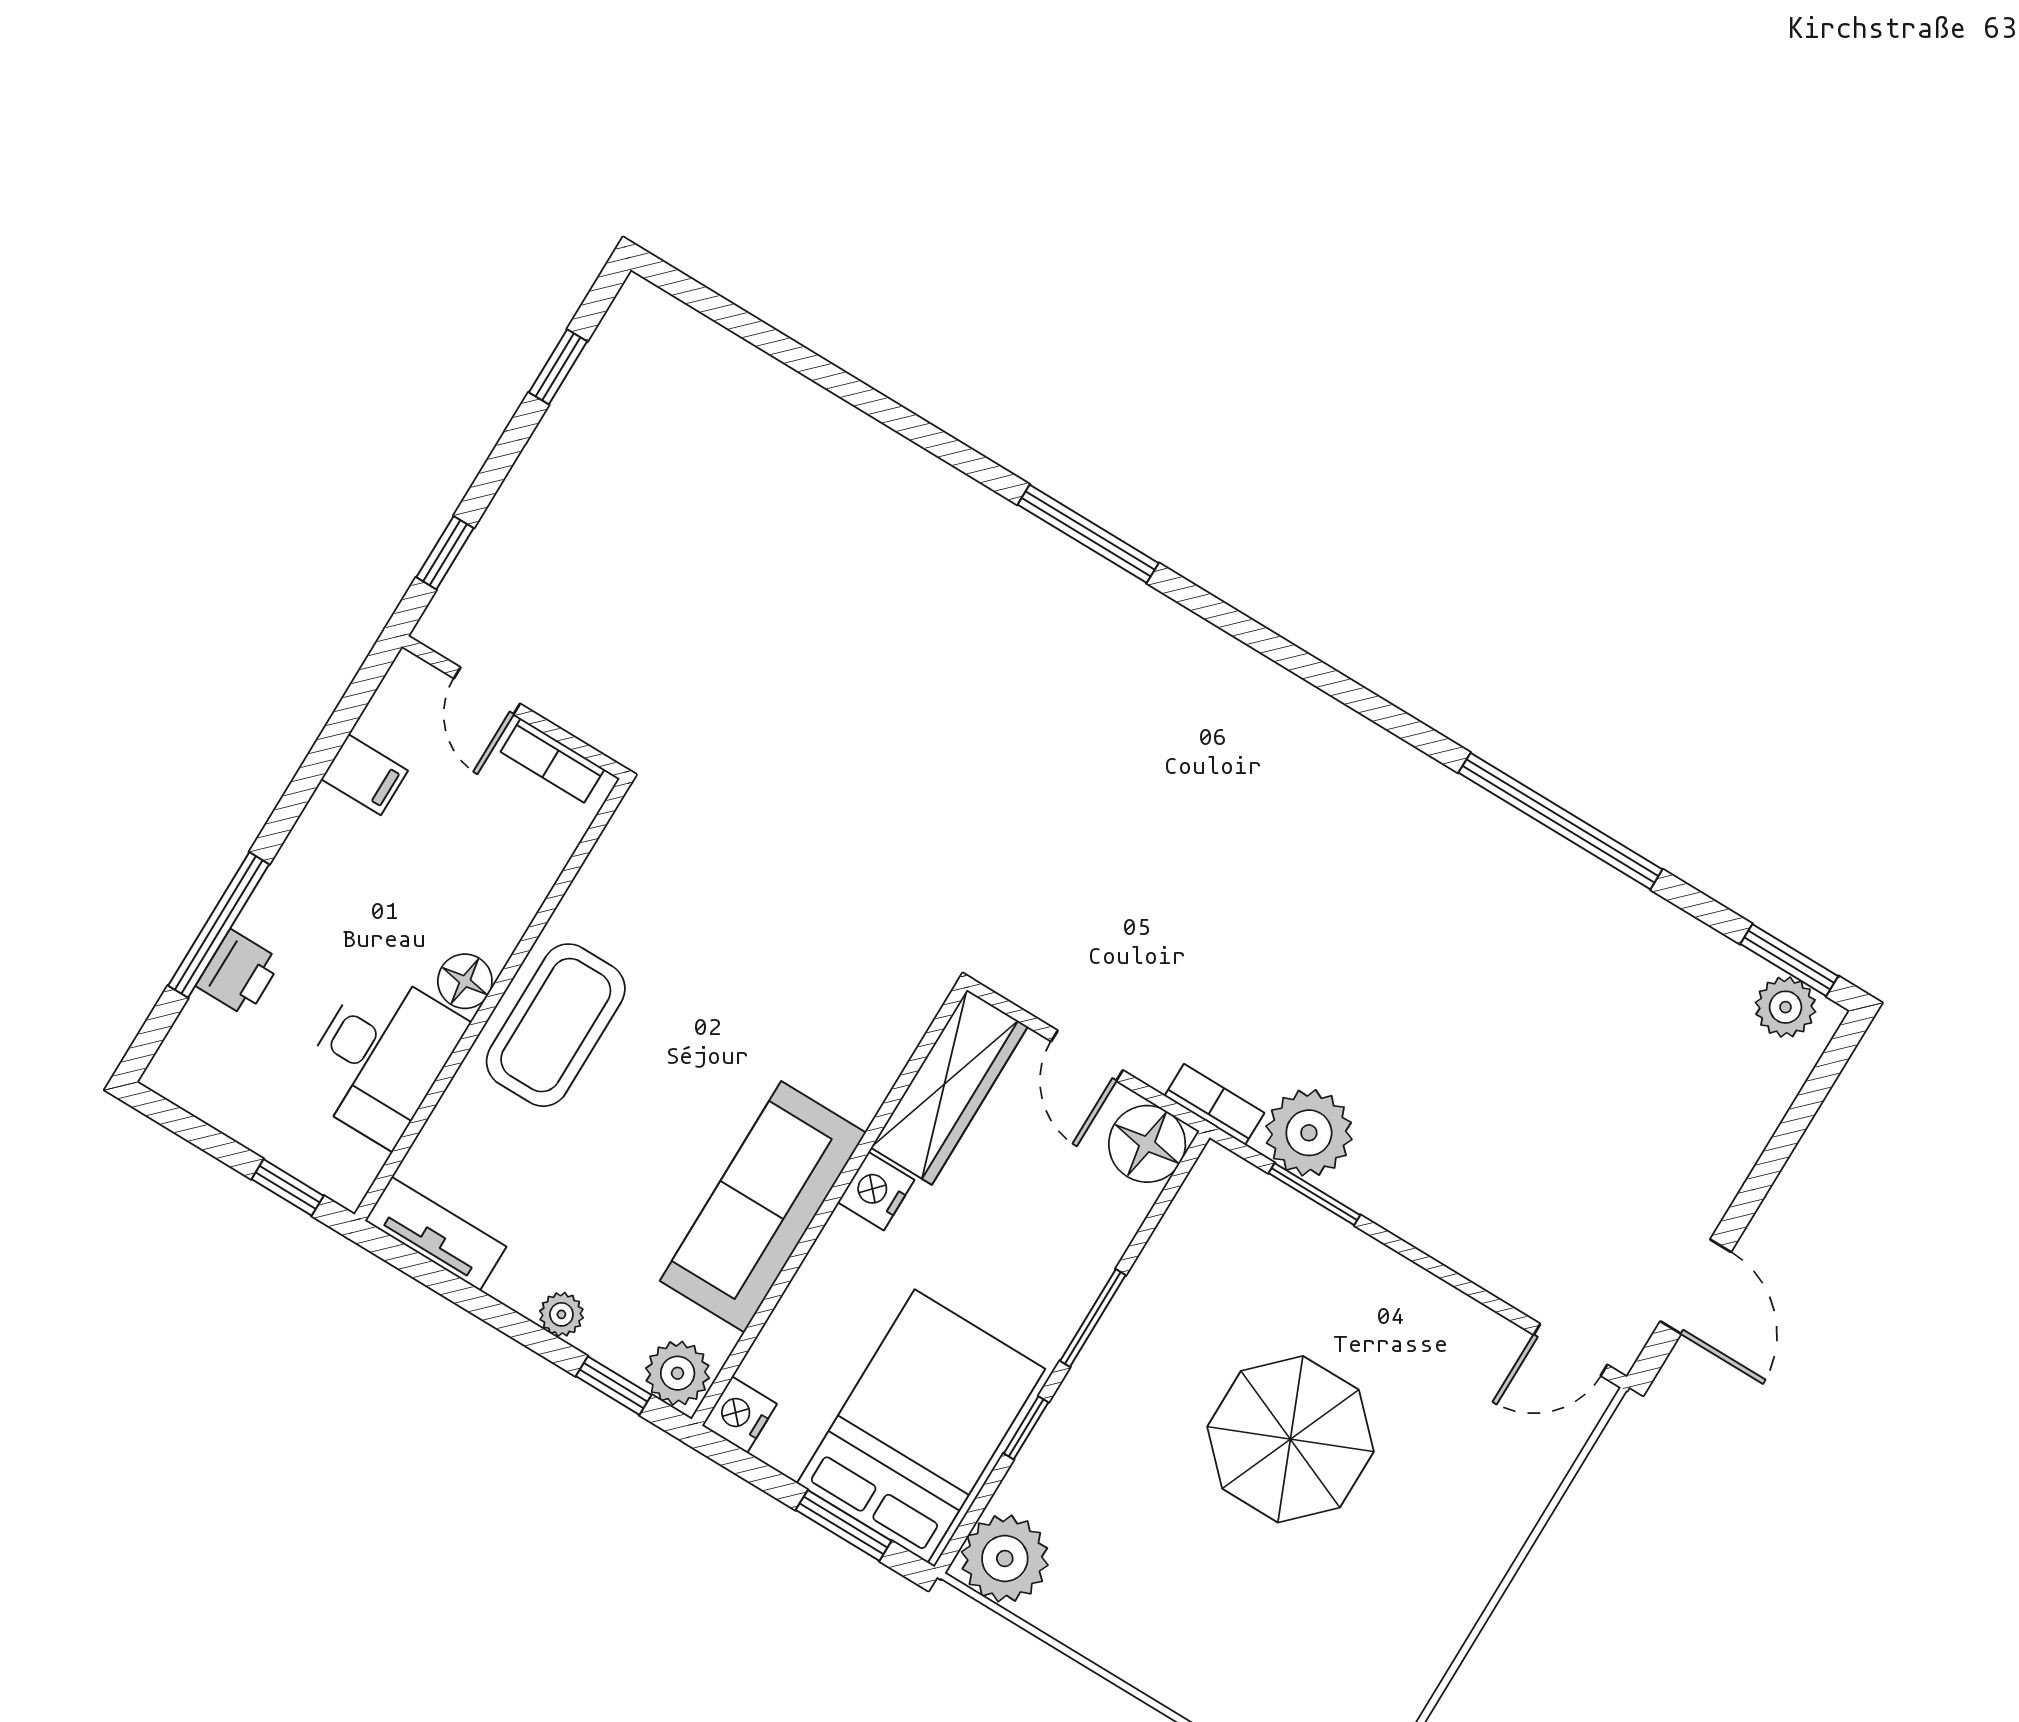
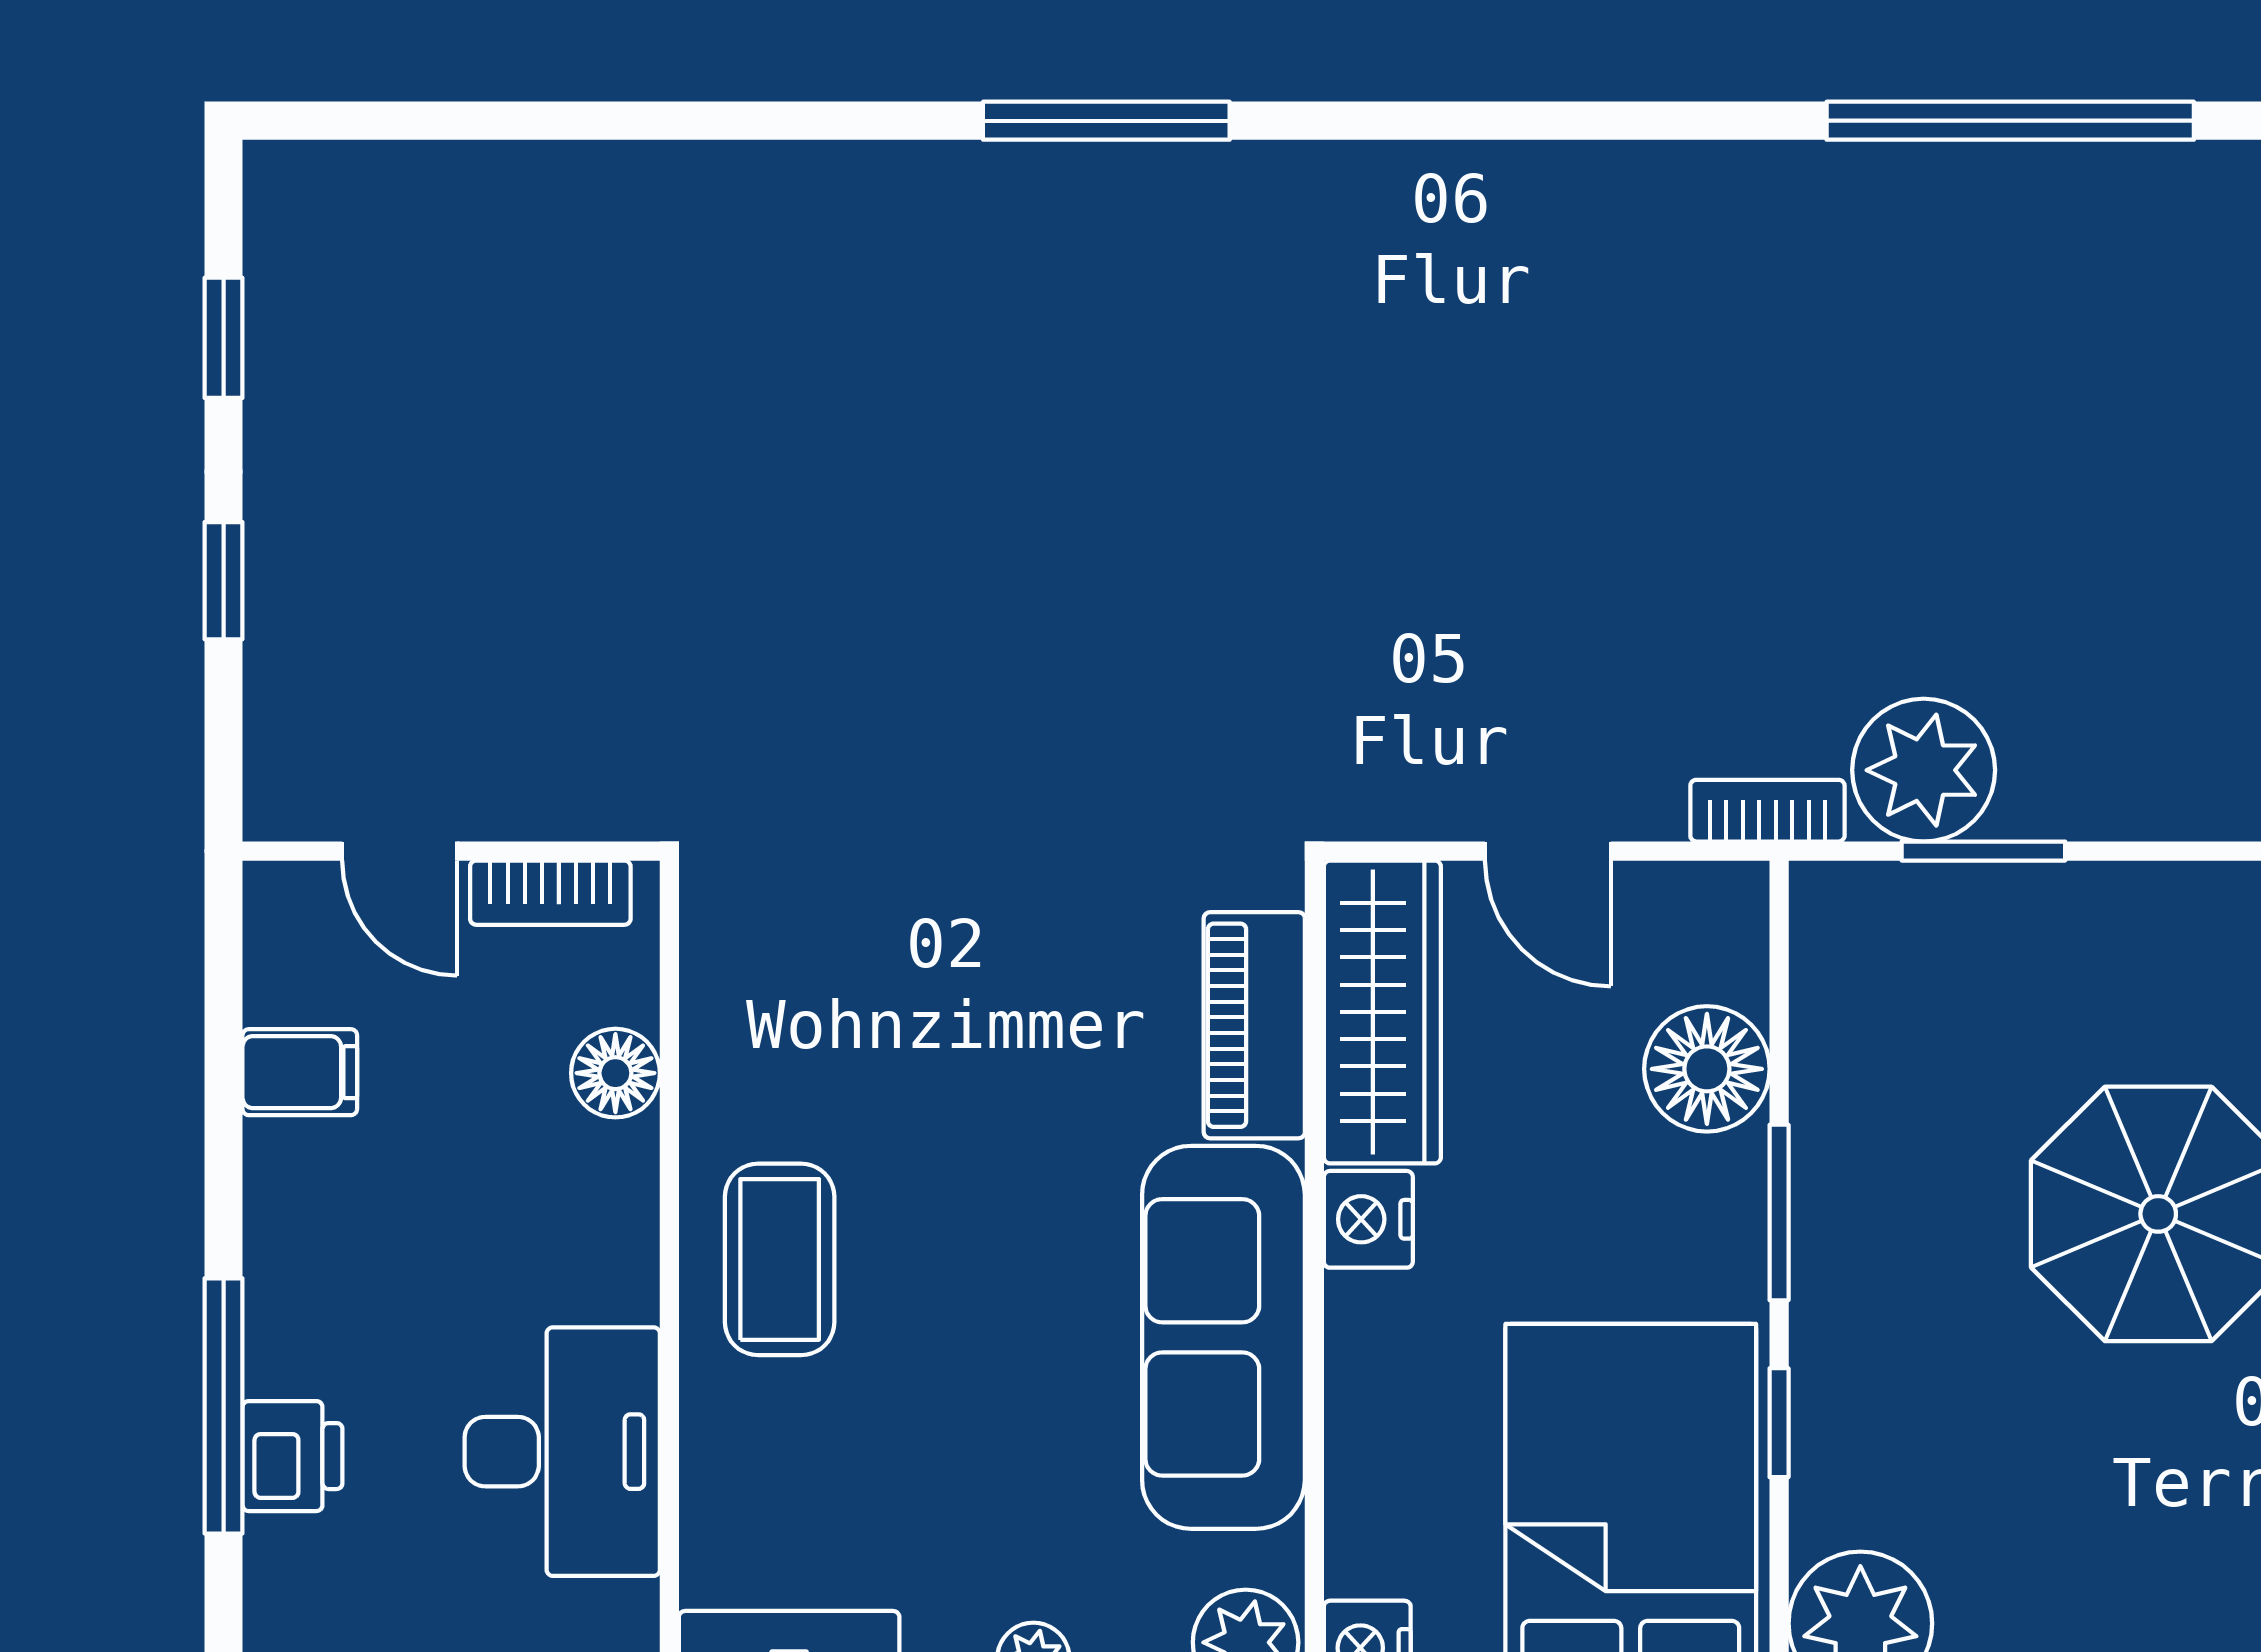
window: (445, 553) -> (224, 581), moved
floor lamp: (465, 981) -> (615, 1073), moved
coffee table: (556, 1025) -> (780, 1259), width x0.73, depth x0.76
piano: (878, 1053) -> (1254, 1025), added
floor lamp: (1147, 1144) -> (1707, 1069), moved

